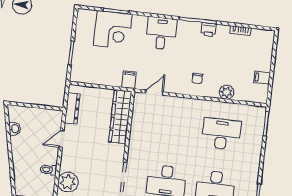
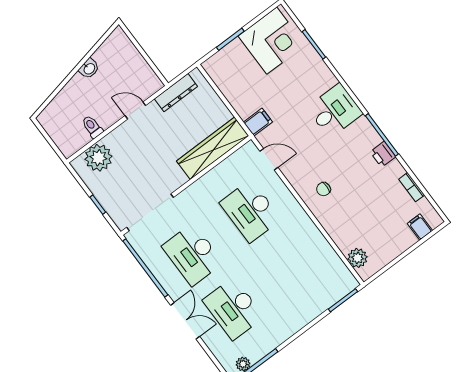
corner desk: (113, 30) -> (272, 41), moved, turned -90
filing cabinet: (262, 78) -> (420, 227), moved
plant: (227, 92) -> (358, 258), moved
washbasin: (15, 129) -> (89, 69), moved
desk: (221, 134) -> (250, 211), moved, turned 180

